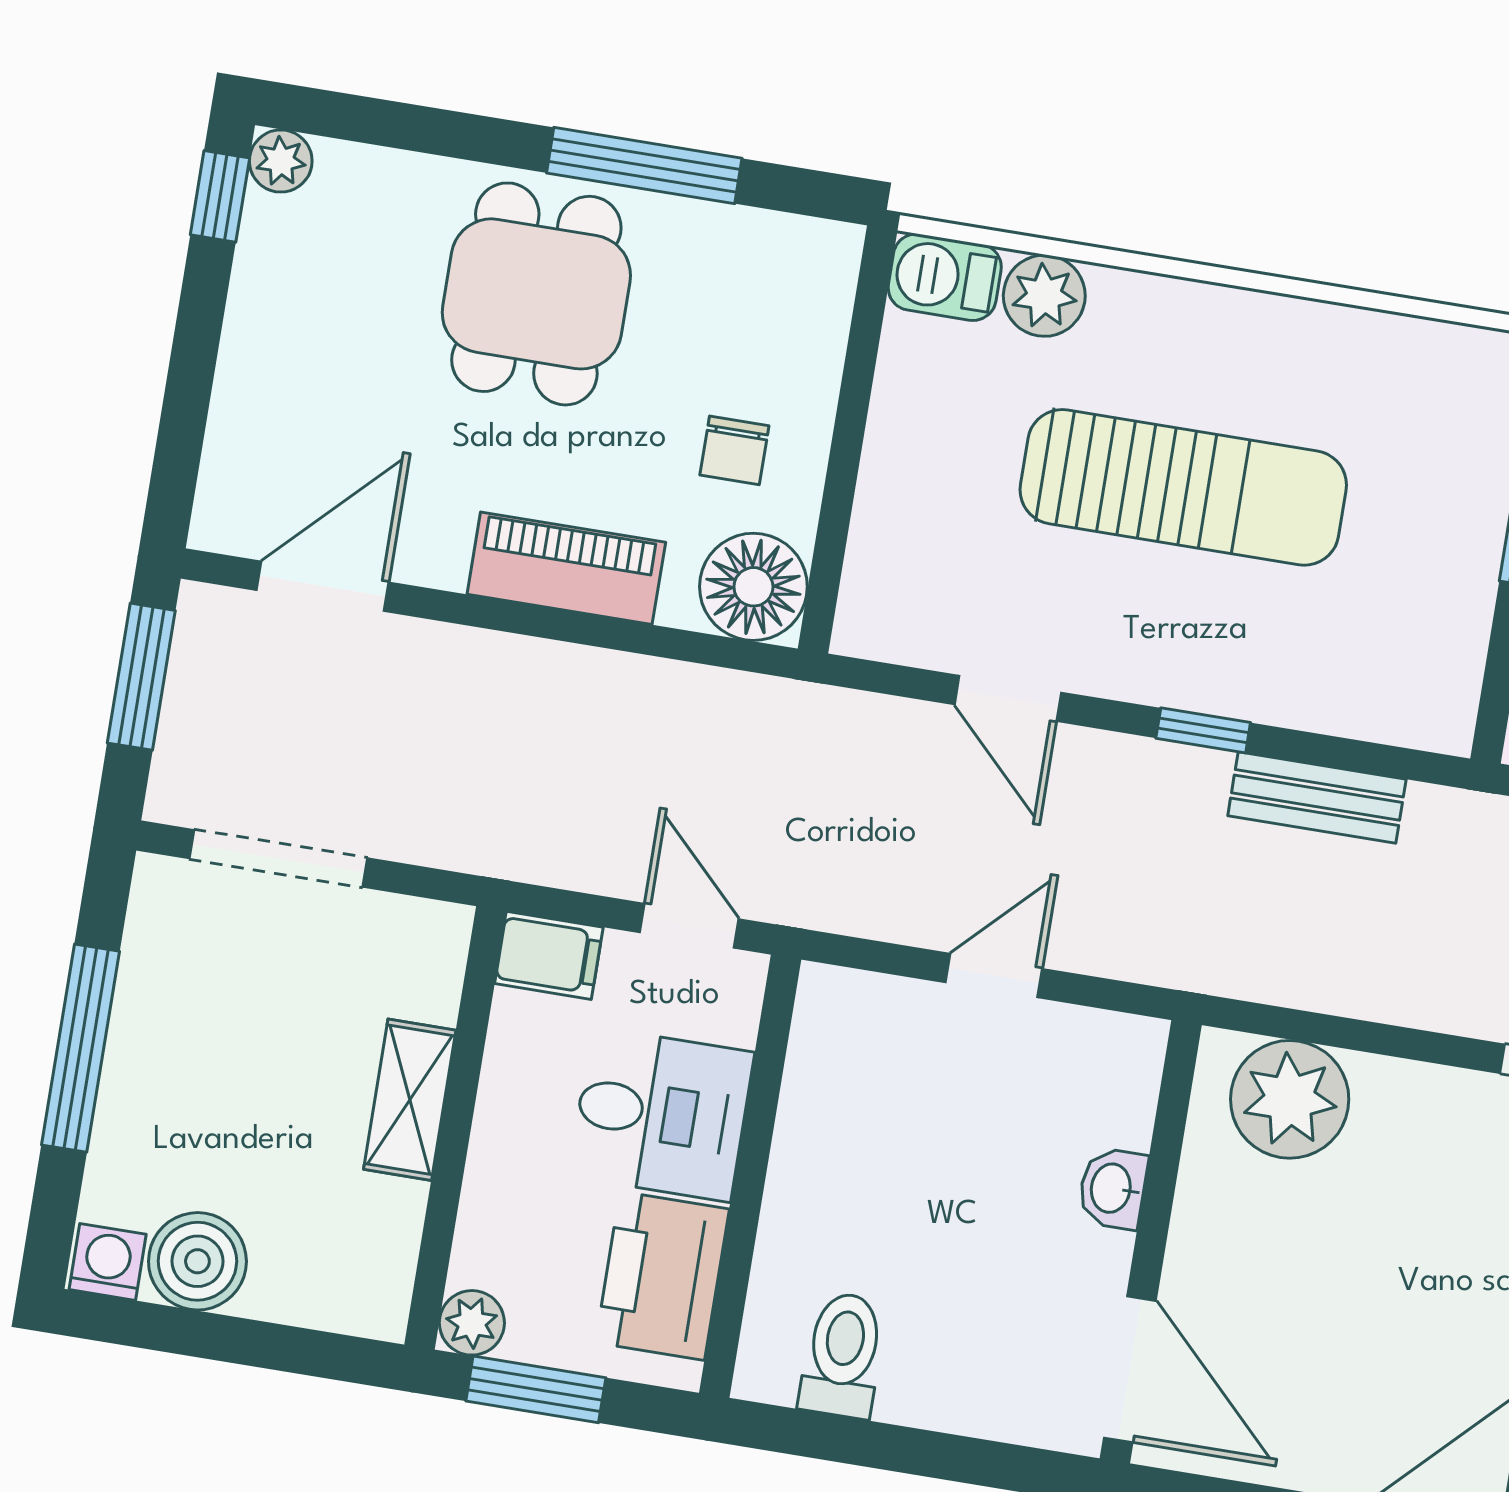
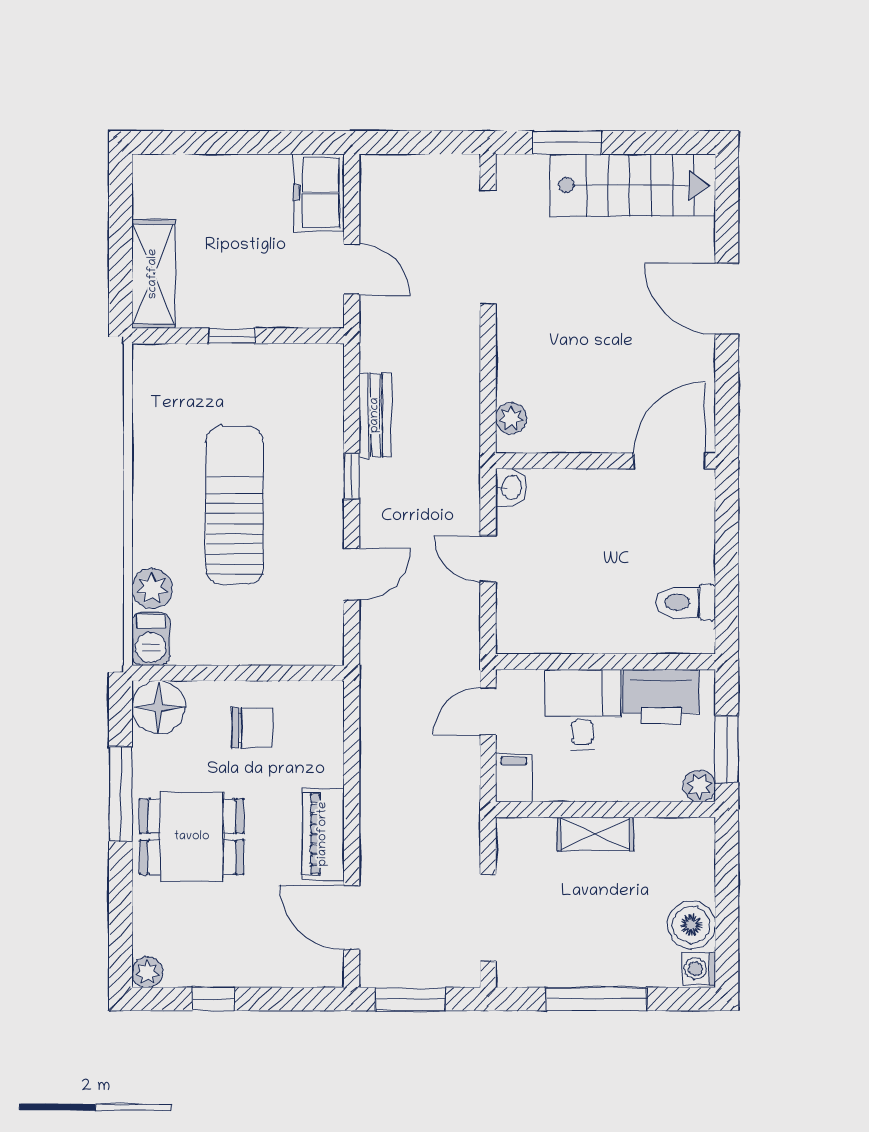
window: (220, 196) -> (213, 999), moved
chair: (734, 450) -> (252, 727), width x1.37, depth x1.37
piano: (566, 568) -> (323, 834), moved
floor lamp: (753, 587) -> (158, 707), moved
plant: (1290, 1099) -> (511, 418), width x0.53, depth x0.53
washbasin: (1113, 1188) -> (511, 487), moved, turned -90

